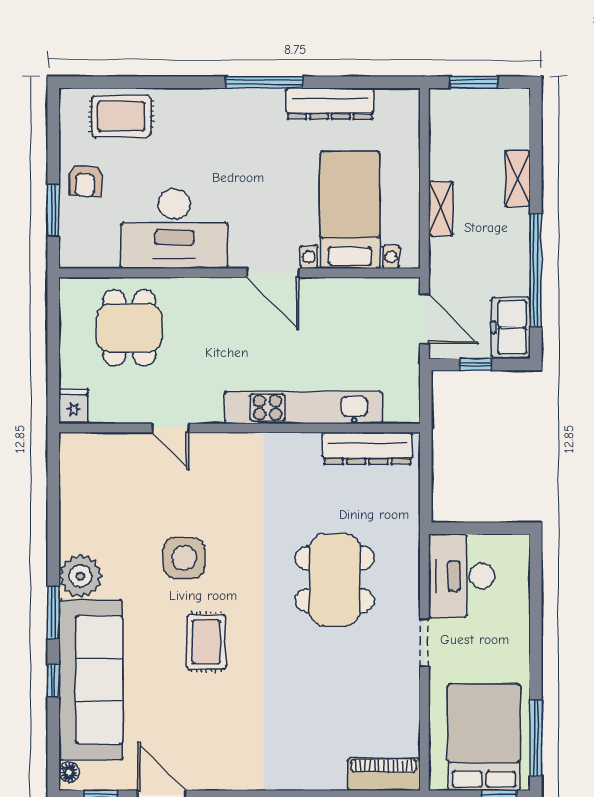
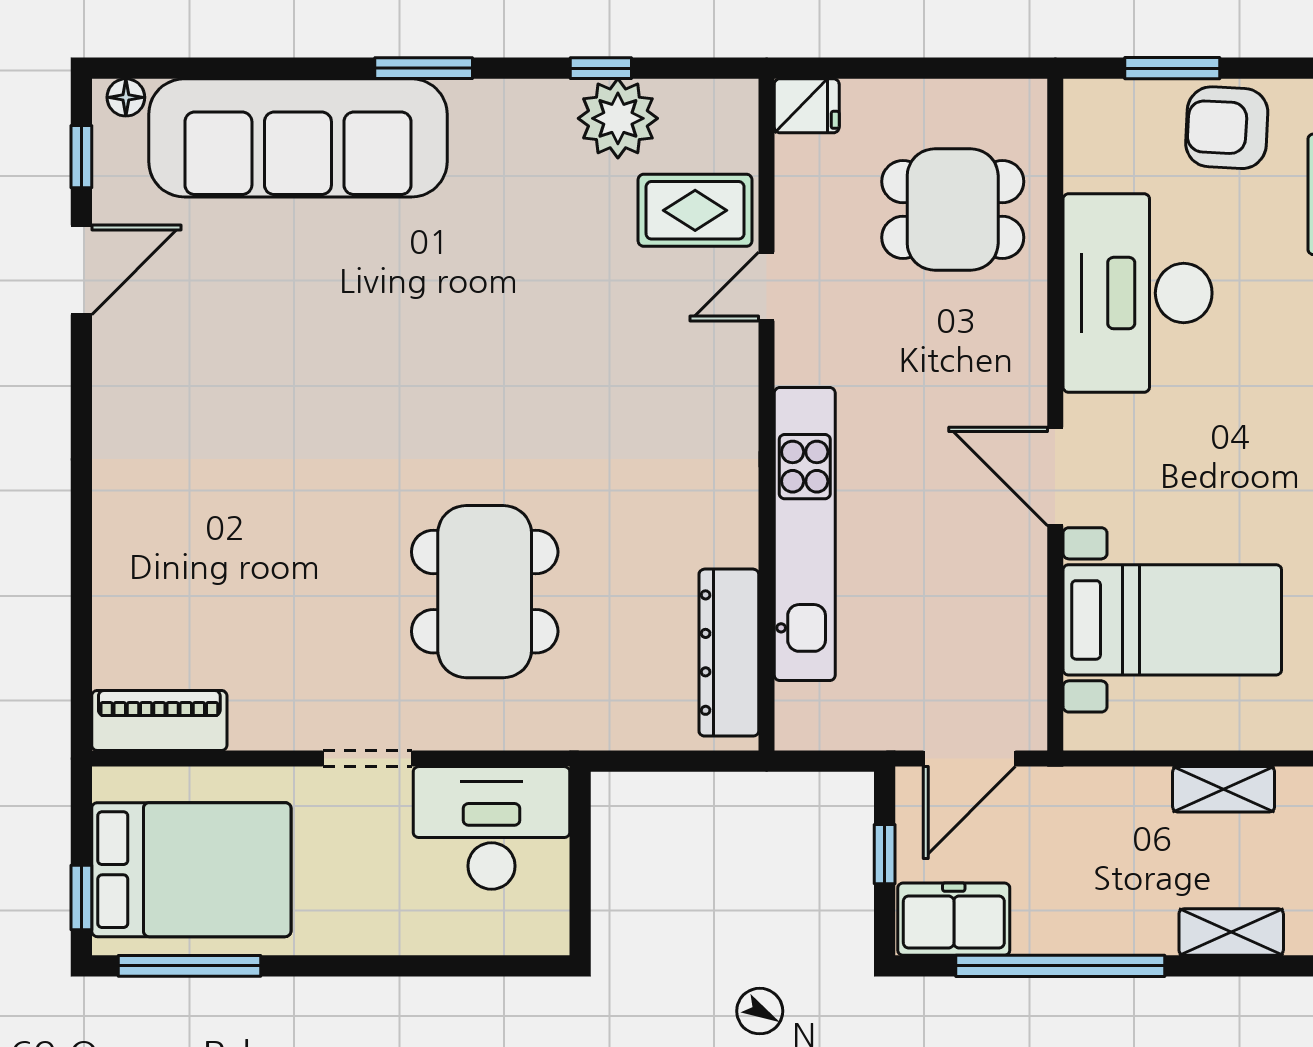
armchair: (85, 181) -> (1227, 128), width x1.38, depth x1.38
shelving: (441, 209) -> (1224, 789), moved
door: (273, 273) -> (1055, 476), hinge flipped
side table: (184, 558) -> (525, 311), removed
plant: (80, 576) -> (618, 118), moved
dining table: (335, 579) -> (485, 592), turned 90
rug: (206, 642) -> (695, 210), moved
window: (53, 681) -> (601, 68), moved
piano: (384, 774) -> (159, 721), moved, turned -90

